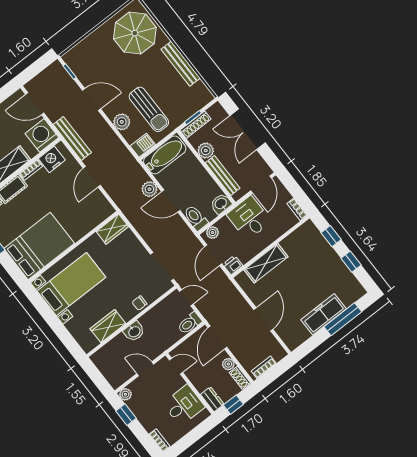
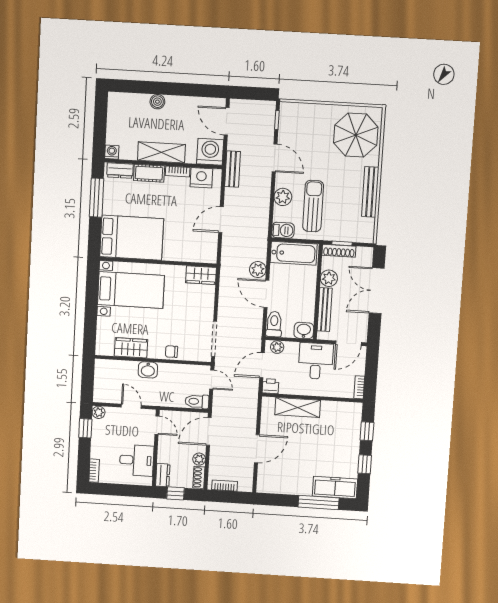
sun lounger: (149, 109) -> (313, 206), turned 180
bench: (72, 138) -> (233, 169), width x0.73
freezer: (324, 314) -> (335, 487), moved

